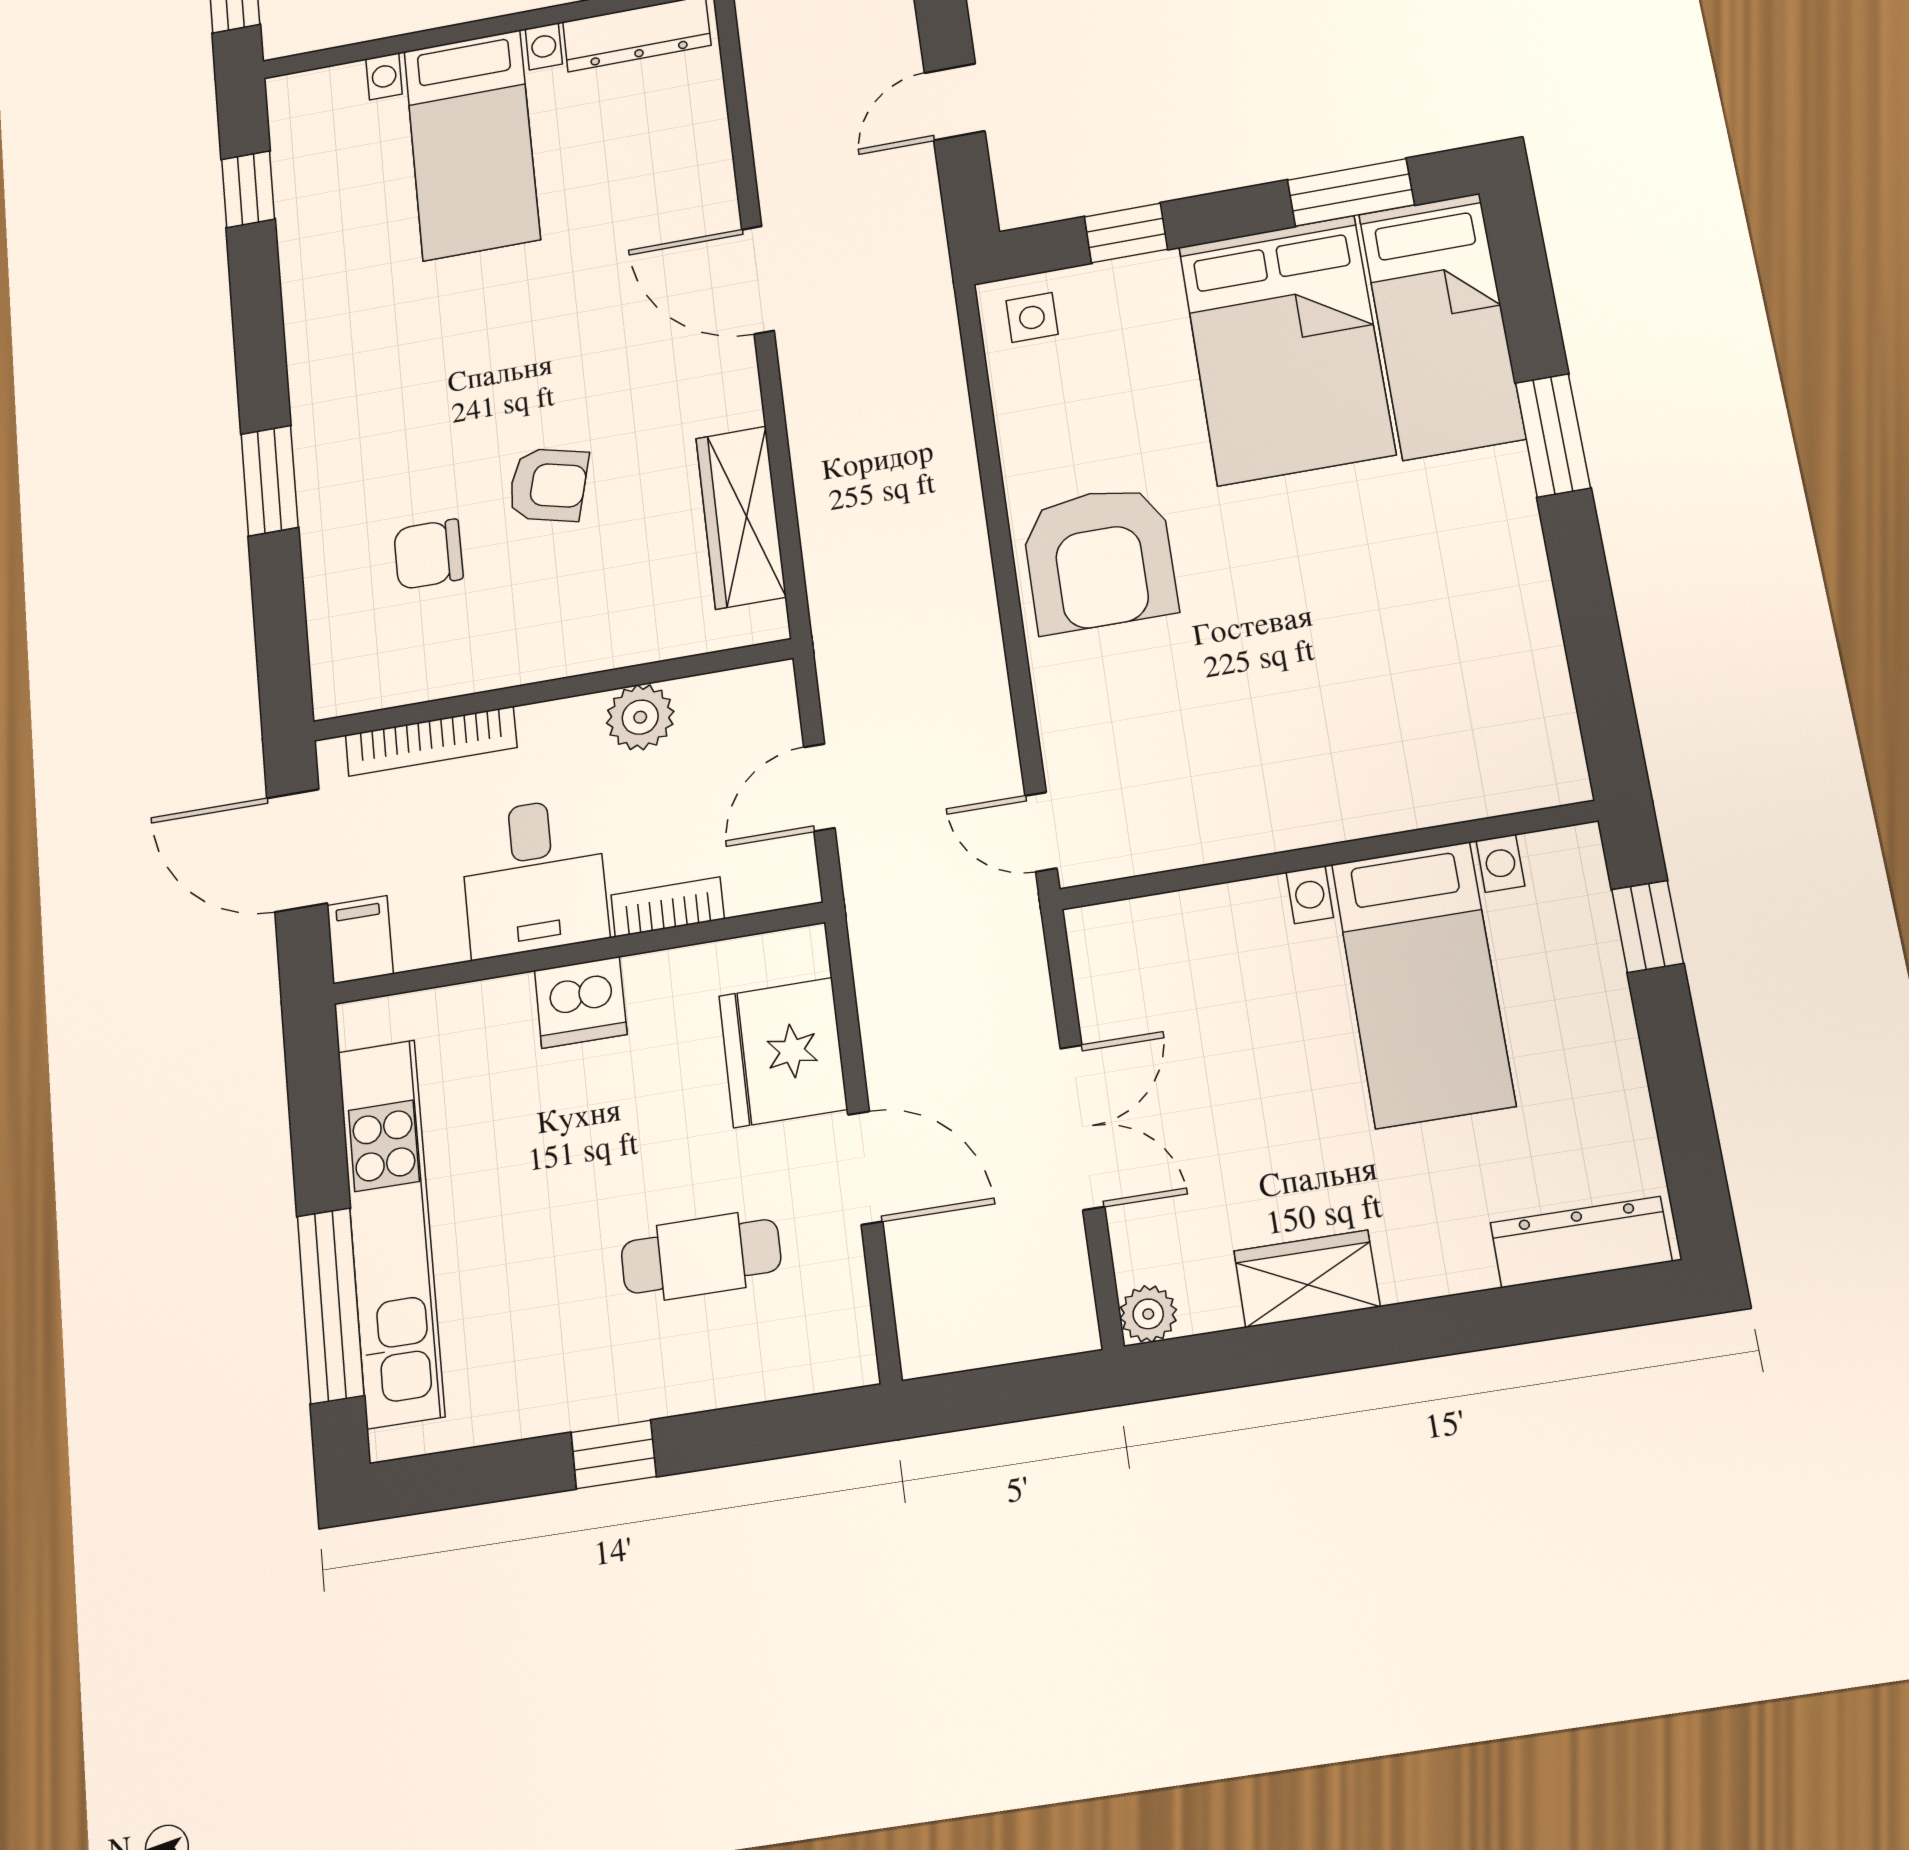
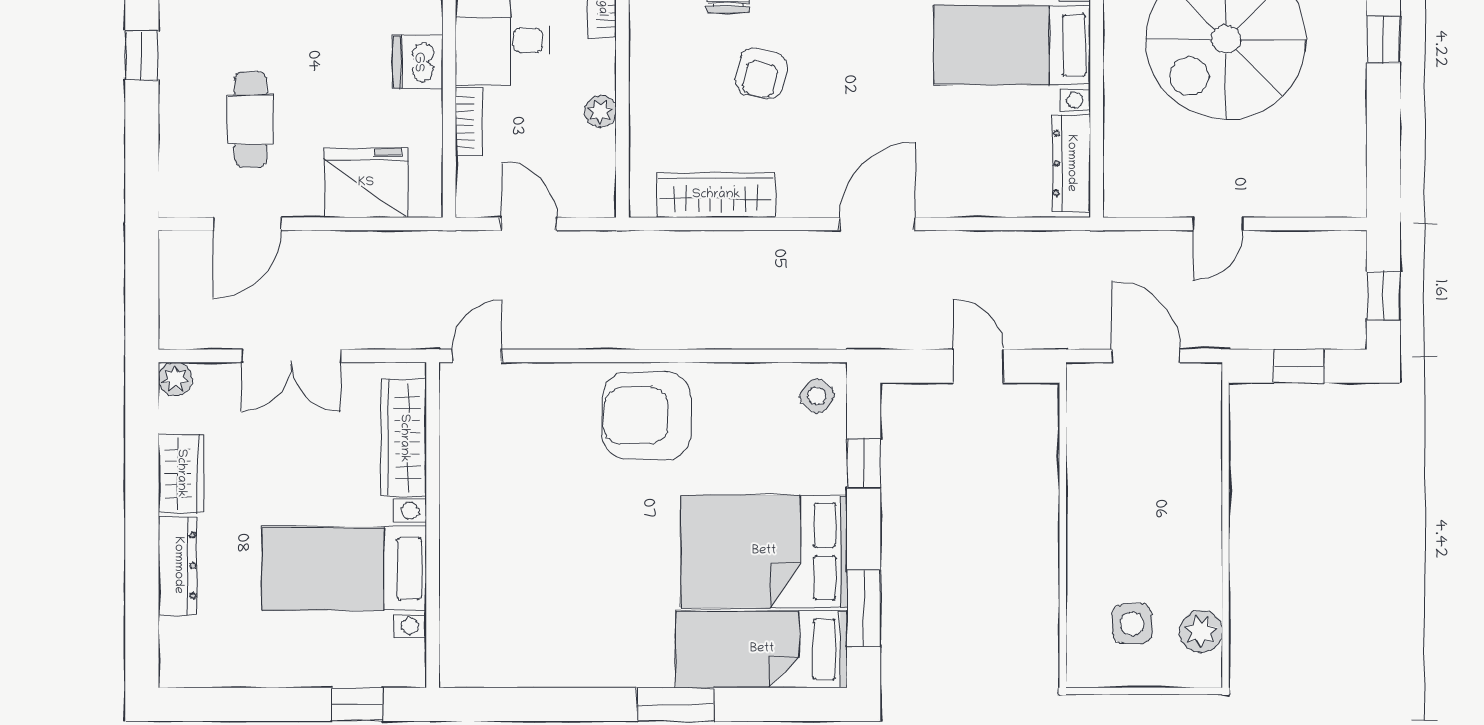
side table: (1032, 317) -> (817, 396), turned 38
plant: (640, 717) -> (600, 111), width x0.73, depth x0.73
wardrobe: (1191, 924) -> (404, 438), added
door: (865, 1168) -> (247, 224), moved
dresser: (1581, 1242) -> (178, 565), moved

